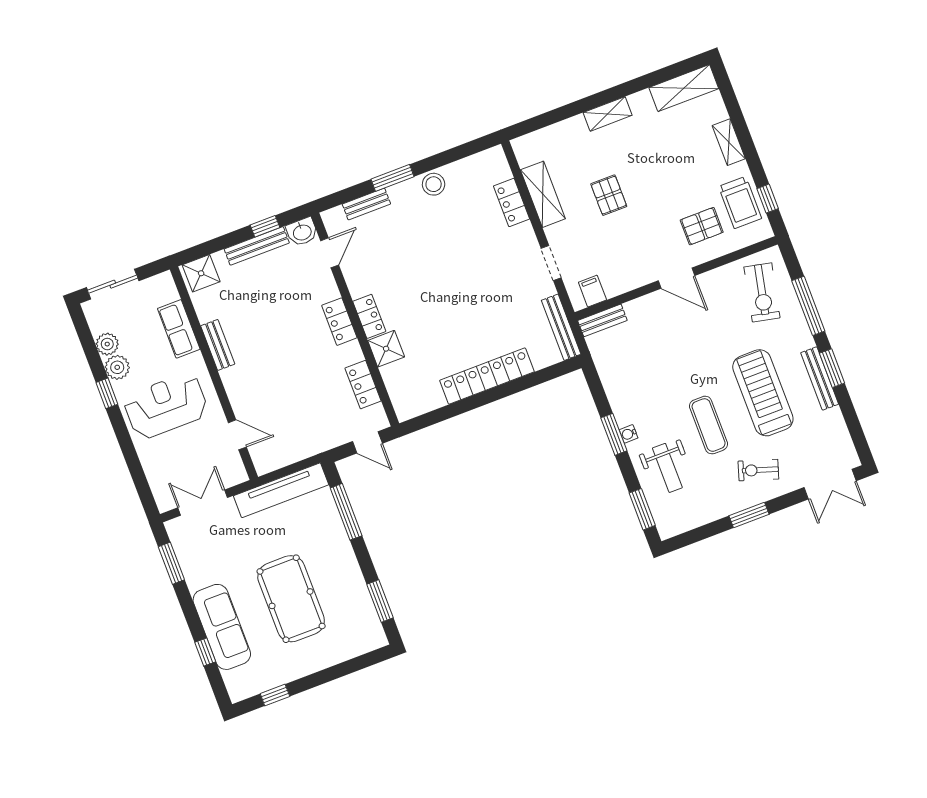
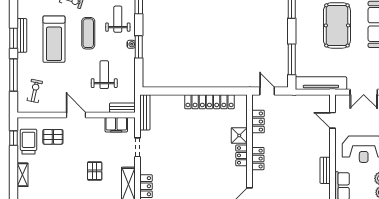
filing cabinet: (592, 291) -> (116, 125), width x2.00
exercise bike: (762, 292) -> (35, 91), width x0.73, depth x0.72
weight bench: (655, 365) -> (104, 75), added
locker: (487, 376) -> (209, 102), moved

